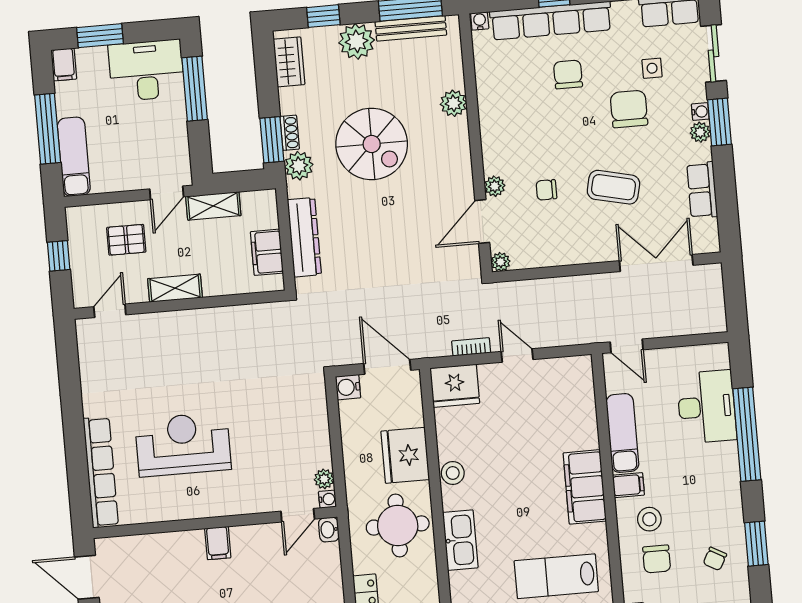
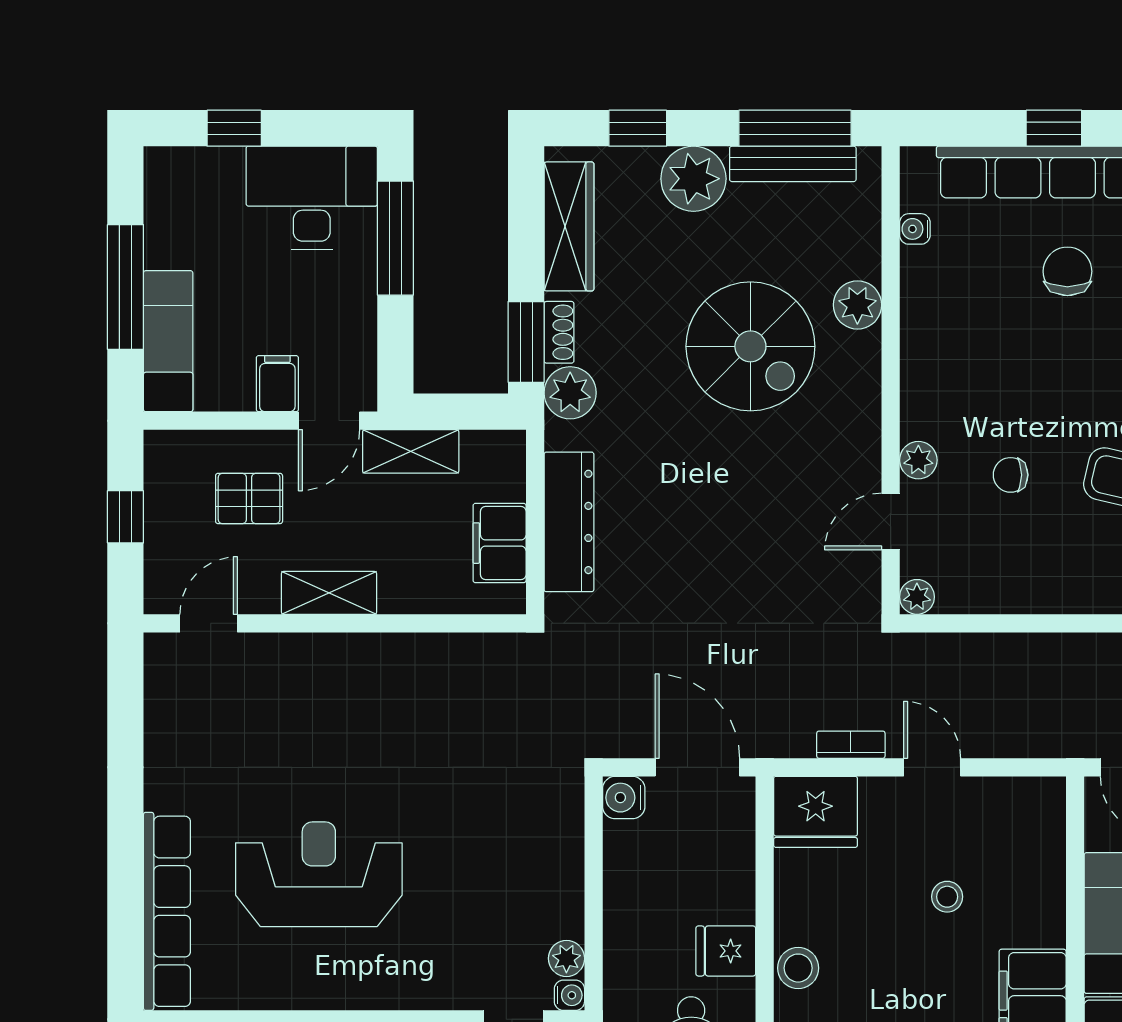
water cooler: (480, 21) -> (915, 229), moved, turned -90
window: (100, 36) -> (234, 128), width x0.67
wardrobe: (289, 62) -> (569, 226), width x1.50
filing cabinet: (64, 64) -> (277, 384), moved, turned 180
spiral stairs: (372, 144) -> (750, 346), moved
door: (482, 221) -> (891, 522), width x0.73
stool: (532, 426) -> (947, 897), added
fridge: (405, 455) -> (726, 951), width x0.53, depth x0.75

